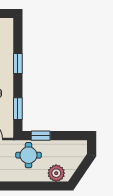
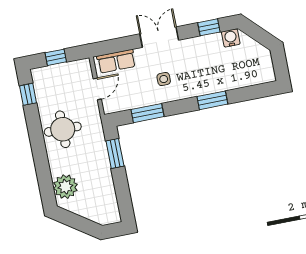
round table: (29, 155) -> (63, 129), moved

